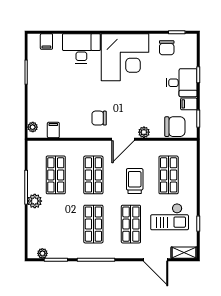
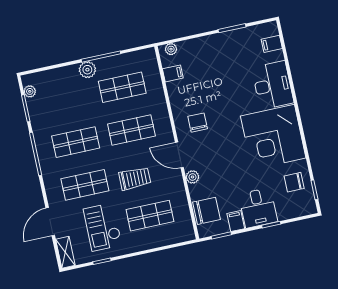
chair: (175, 127) -> (206, 211), turned -90

